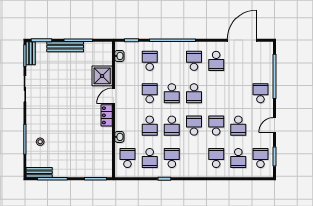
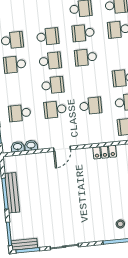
bench: (65, 47) -> (12, 193), moved
shower: (102, 76) -> (41, 163), removed
door: (113, 96) -> (62, 149), hinge flipped
locker: (107, 115) -> (105, 152), moved
school desk: (172, 126) -> (48, 37), moved
washbasin: (119, 137) -> (31, 145), moved

